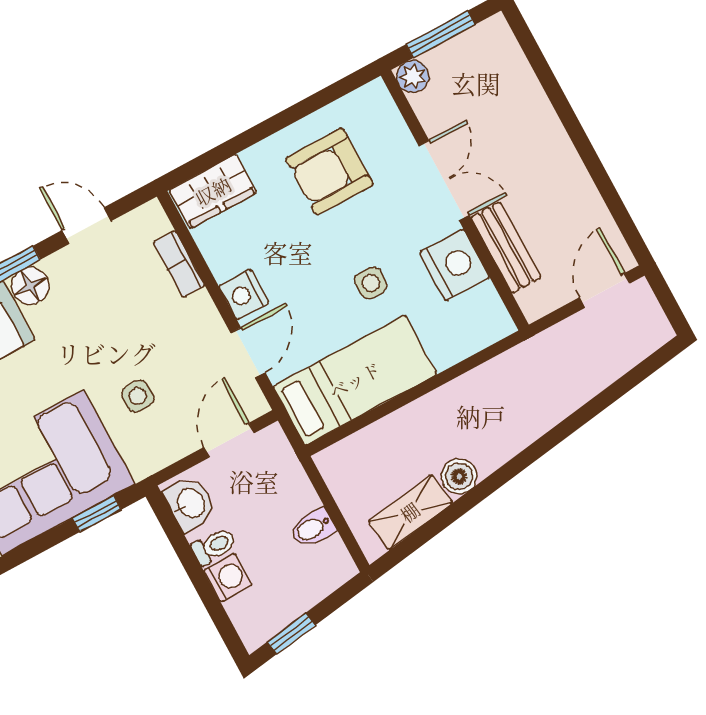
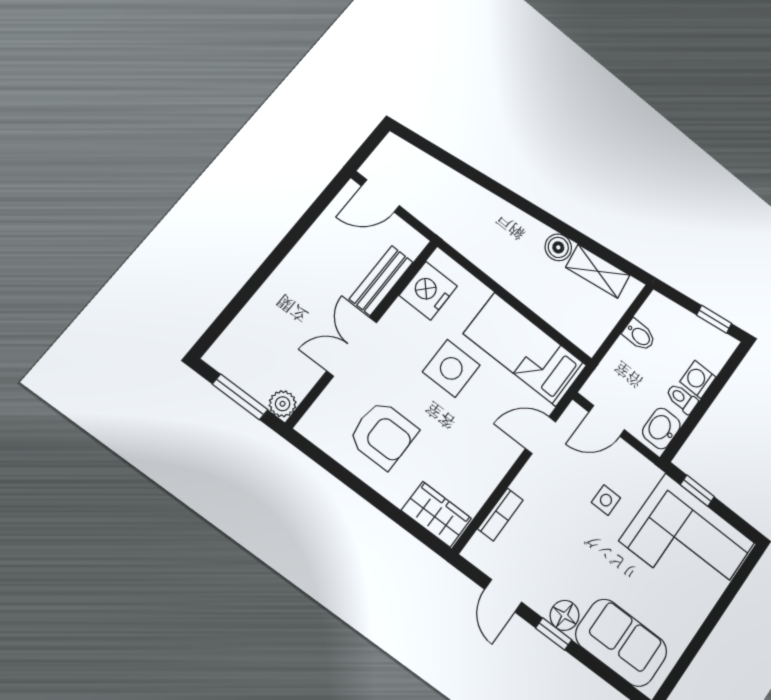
nightstand: (455, 265) -> (428, 291), moved
side table: (371, 283) -> (451, 368), width x1.87, depth x1.87
nightstand: (244, 295) -> (501, 457), removed

